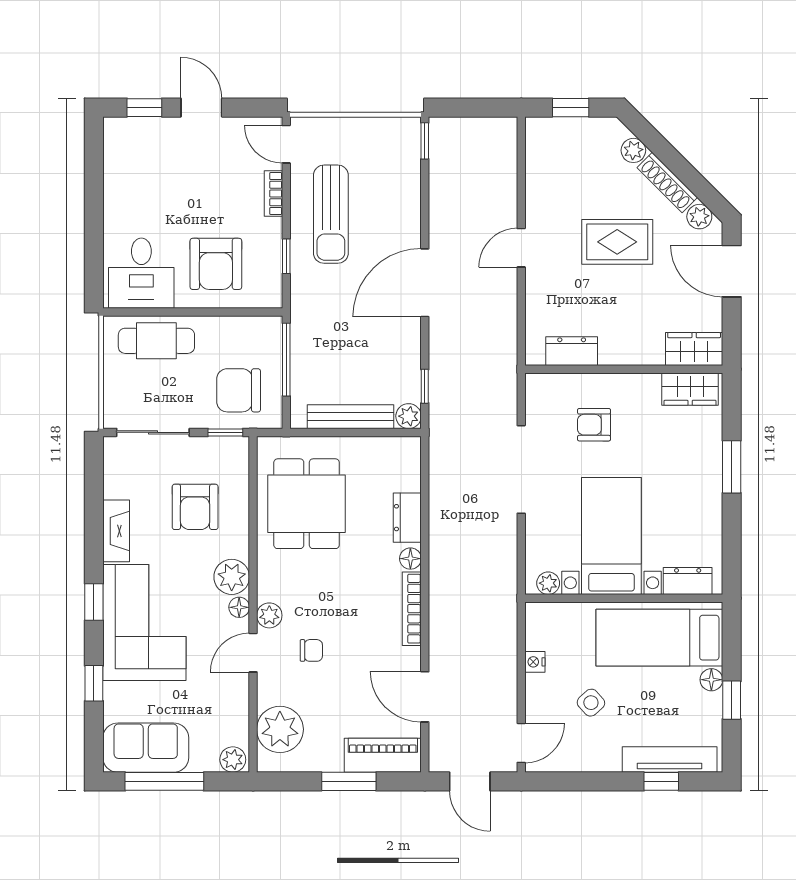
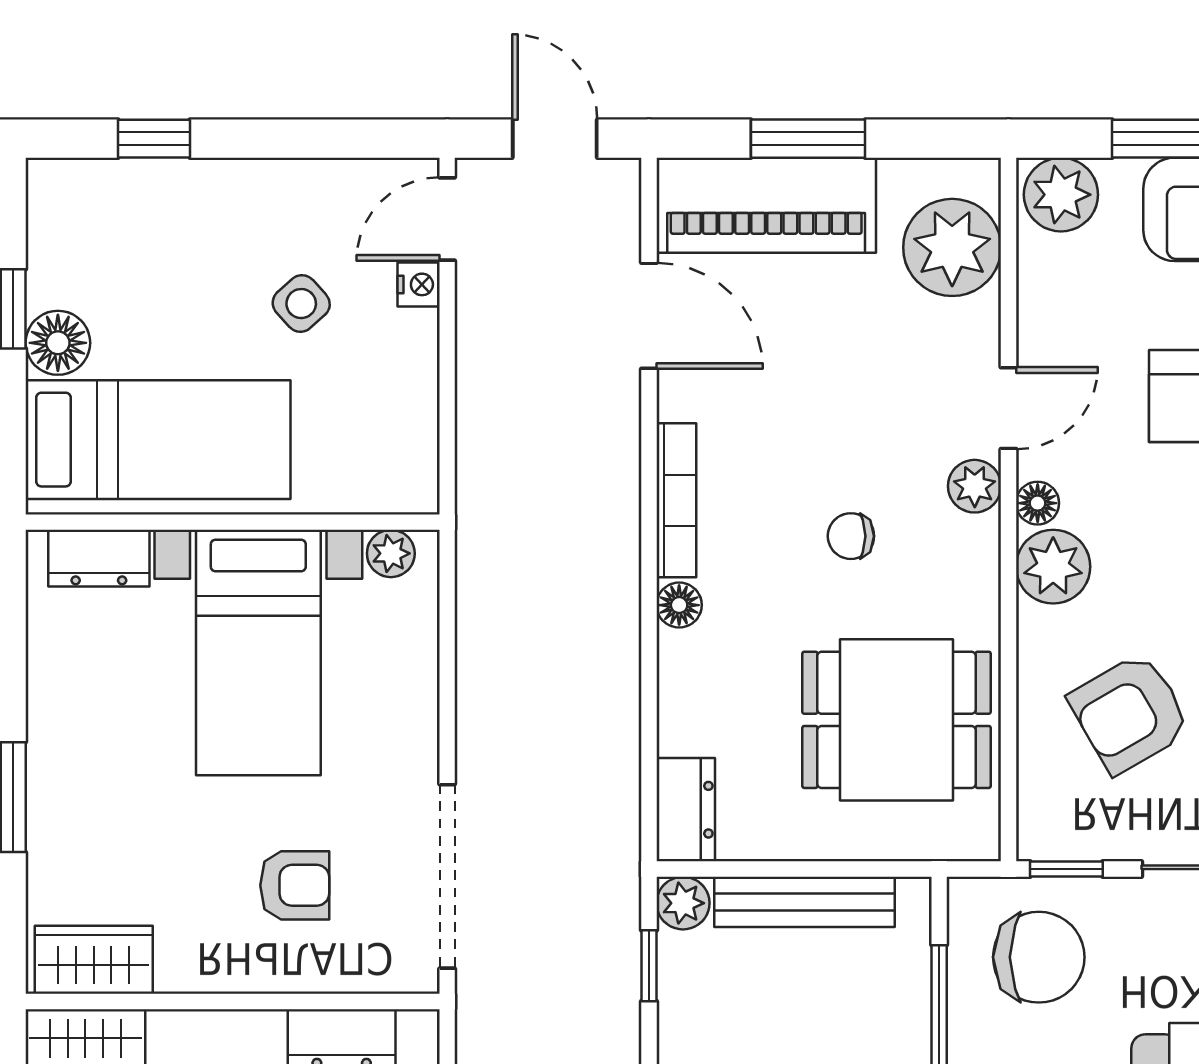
doorway: (521, 469) -> (447, 876), moved
dining table: (307, 504) -> (896, 720), turned 90
armchair: (195, 507) -> (1130, 713), turned -120
dresser: (407, 518) -> (686, 810), moved
chair: (311, 650) -> (851, 536), moved
nightstand: (535, 662) -> (419, 284), moved
floor lamp: (711, 680) -> (58, 343), width x1.37, depth x1.37
piano: (383, 755) -> (766, 205), width x1.37, depth x1.33
plant: (233, 760) -> (1061, 195), width x1.38, depth x1.38
tv unit: (670, 760) -> (137, 184), removed

